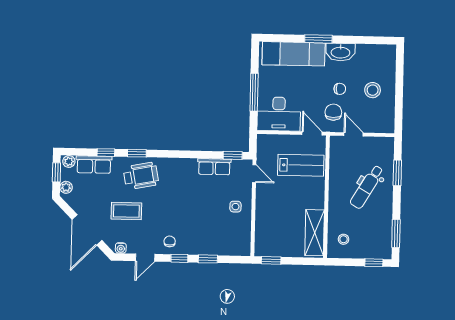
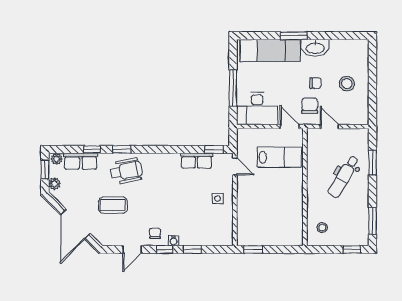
shelving: (315, 233) -> (294, 222), removed
water cooler: (121, 248) -> (174, 241), moved

